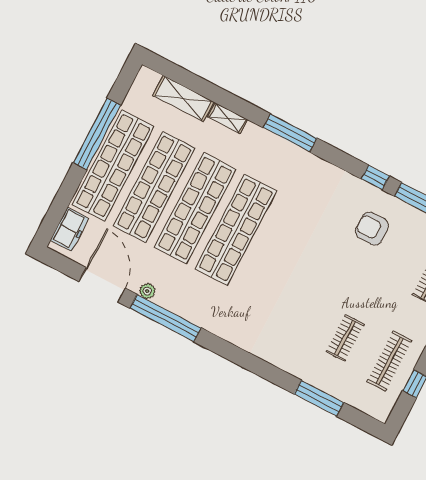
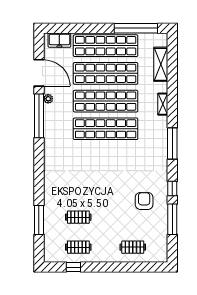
shelving: (228, 118) -> (163, 104), moved
window: (290, 133) -> (172, 144), moved
window: (97, 134) -> (136, 28), moved
door: (102, 285) -> (39, 73), hinge flipped
clothes rail: (389, 361) -> (78, 247), width x0.73

